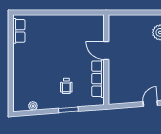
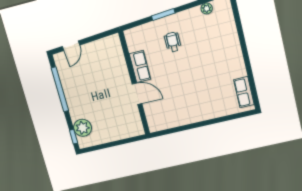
row of seats: (98, 79) -> (140, 66), width x0.68

